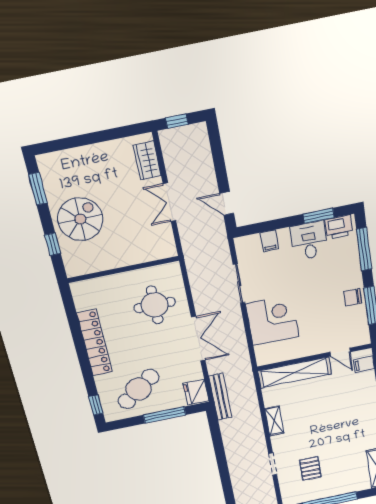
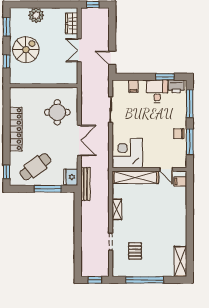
plant: (83, 159) -> (36, 15), added
corner desk: (272, 320) -> (128, 153), moved, turned -90

